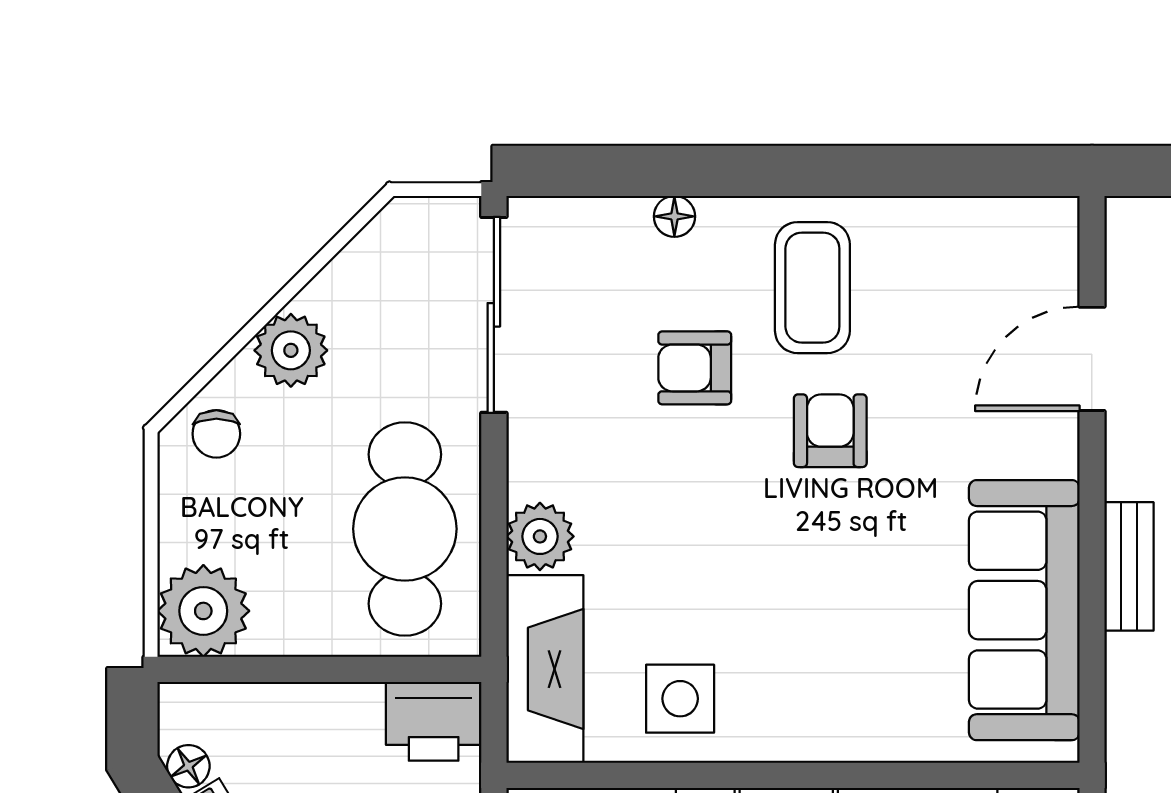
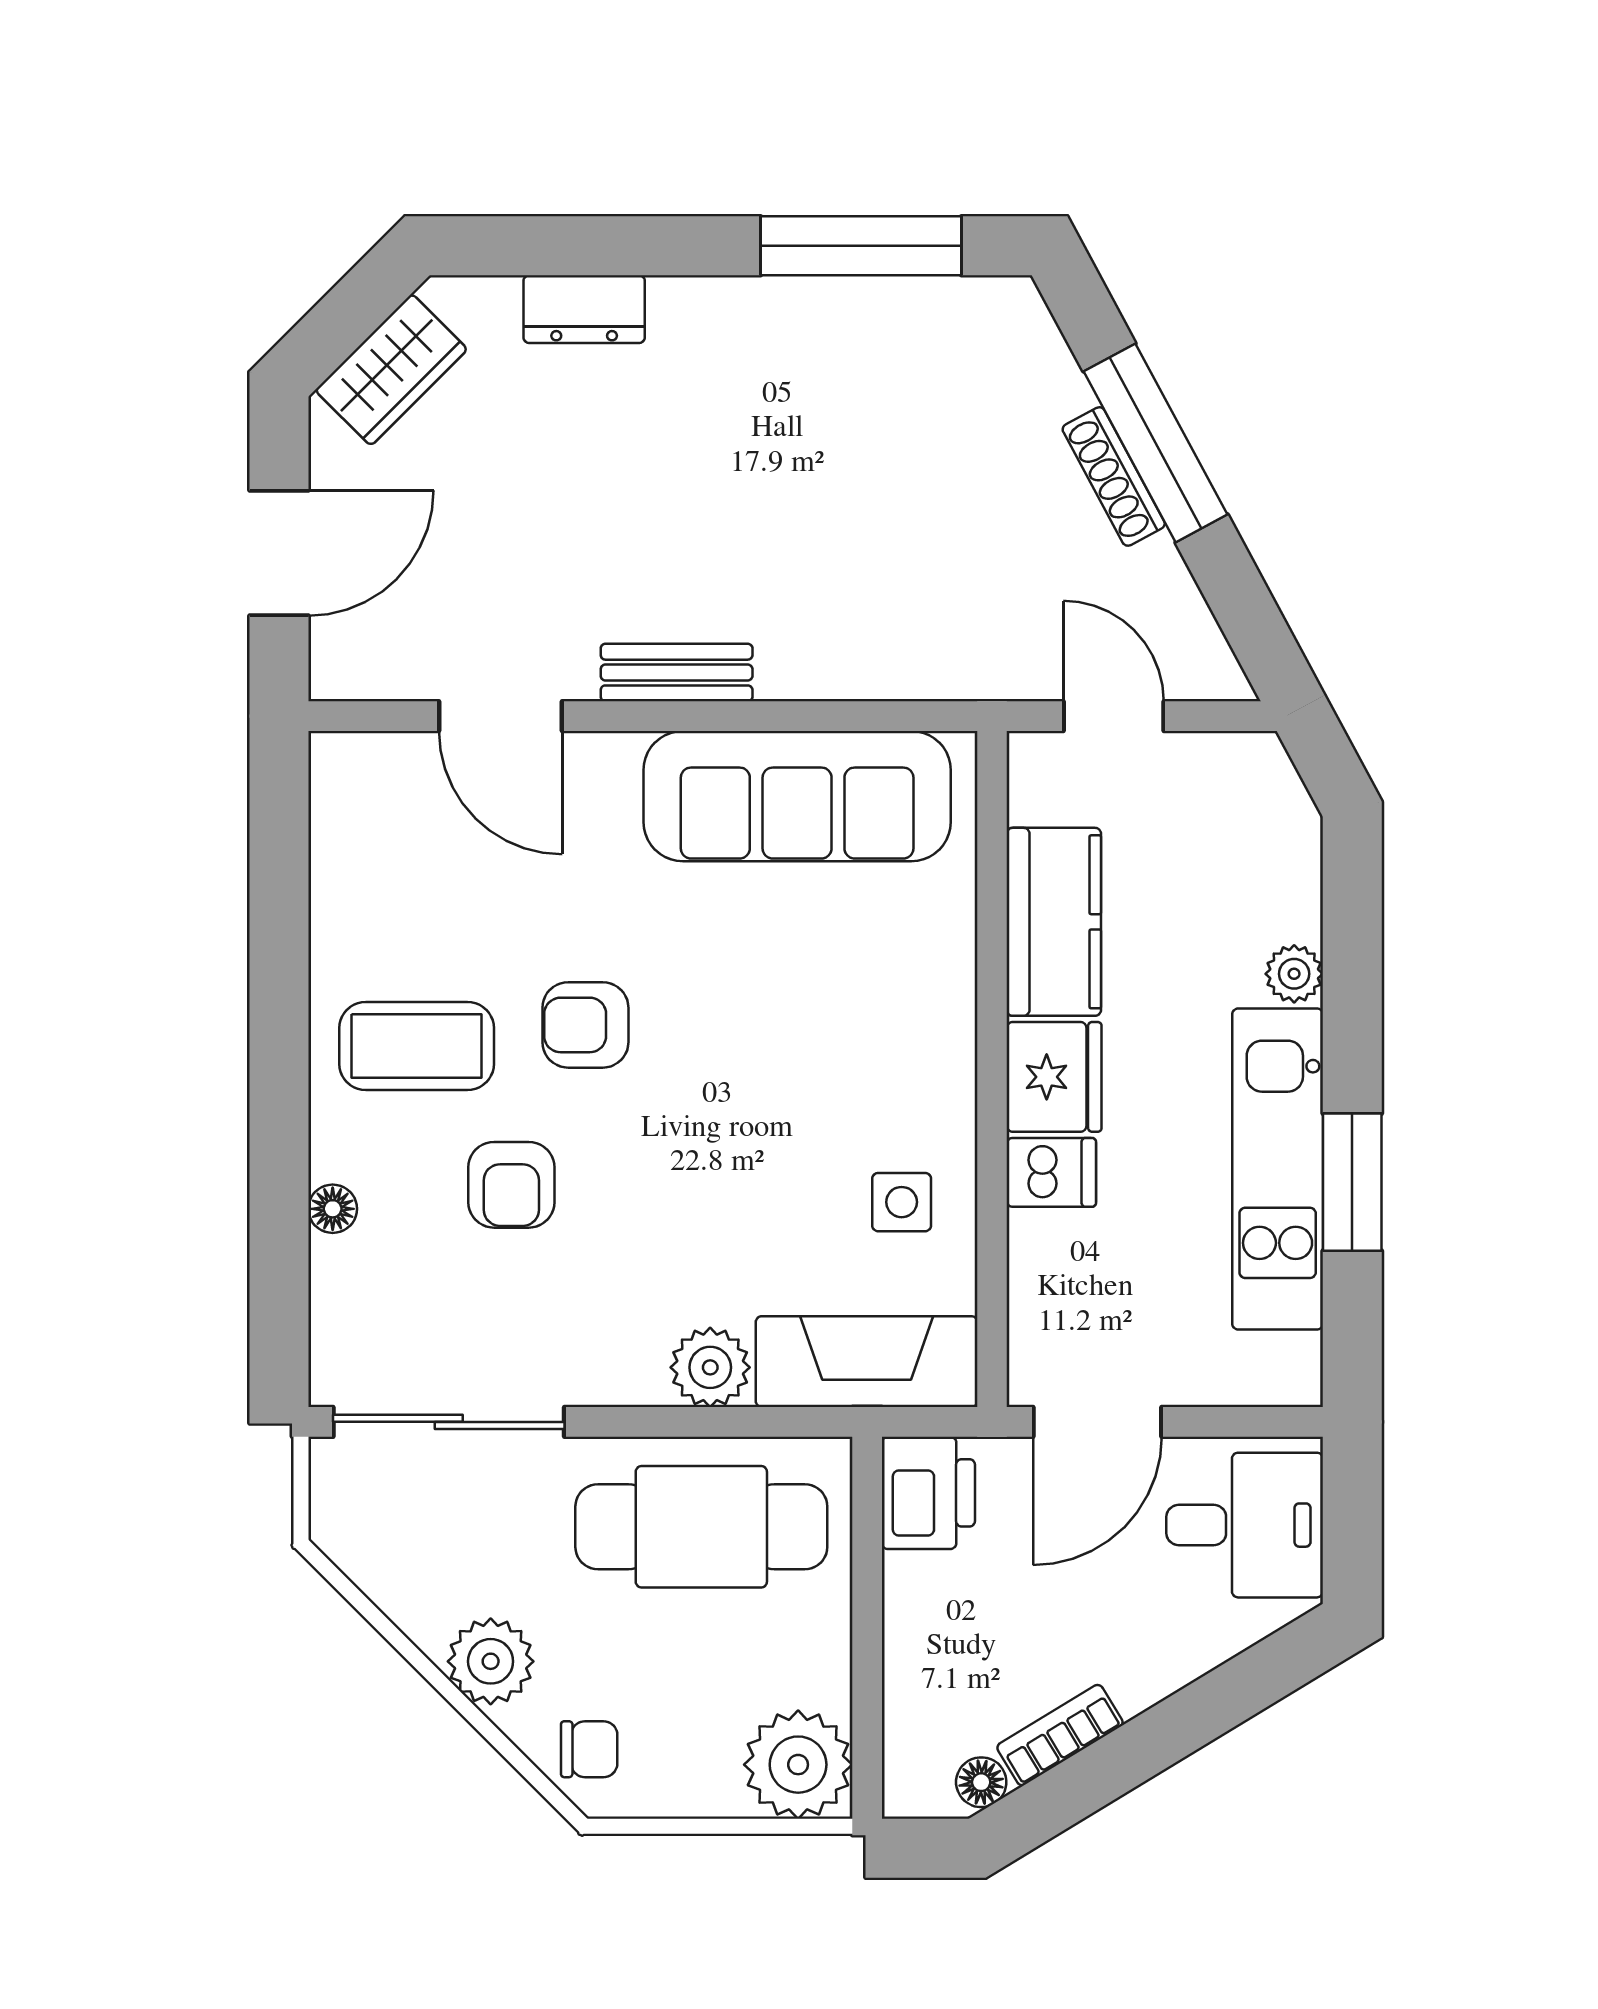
bench: (1129, 566) -> (677, 673), moved
side table: (680, 699) -> (902, 1202), width x0.73, depth x0.73

